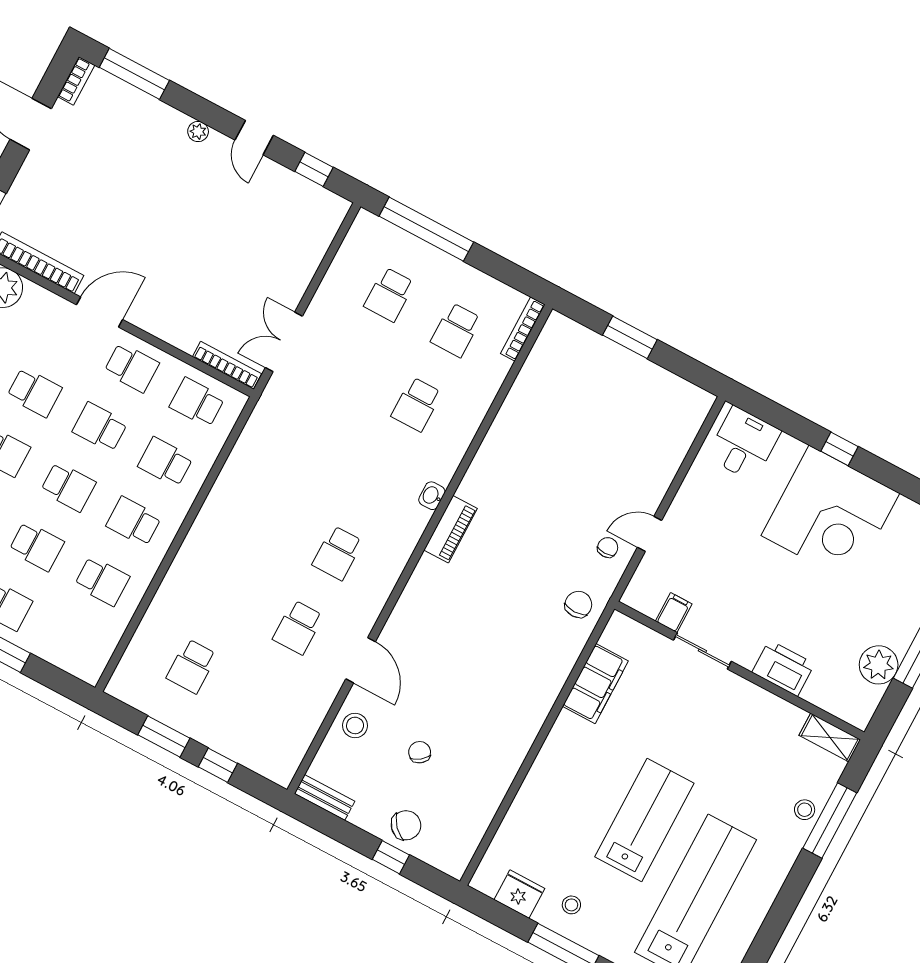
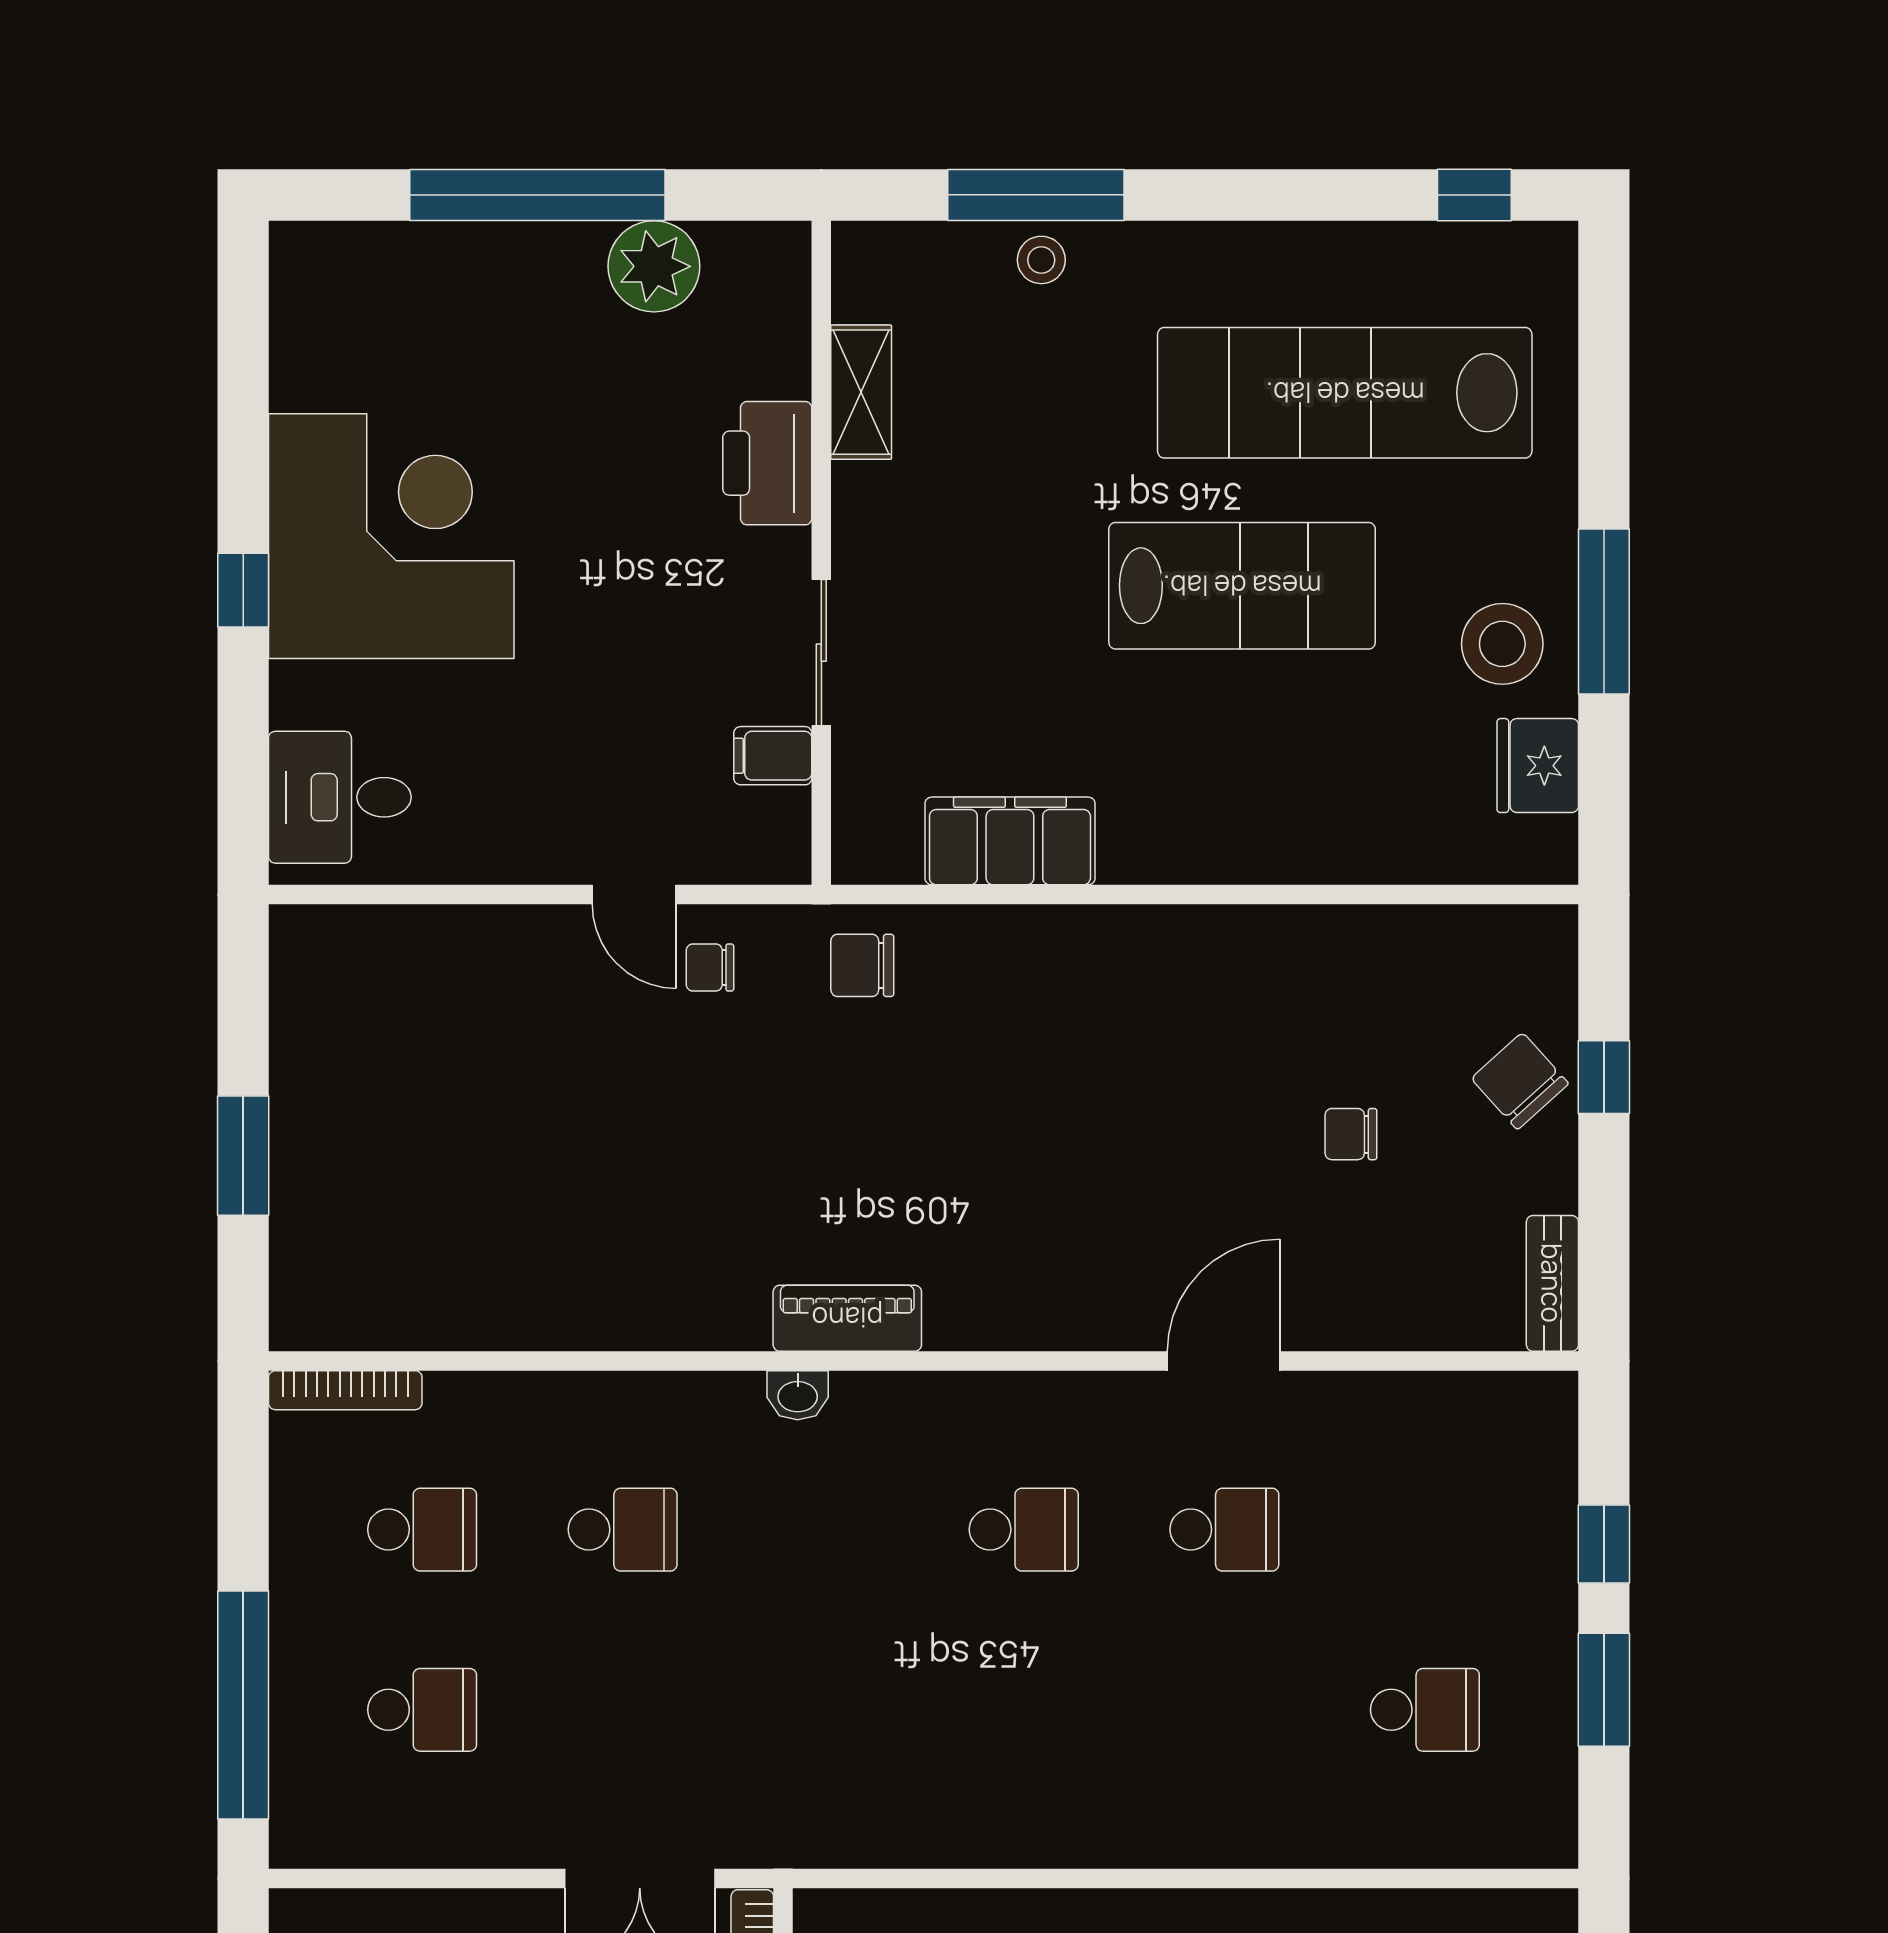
stool: (355, 725) -> (1367, 1300), removed
shelving: (830, 737) -> (861, 392), moved
chair: (420, 752) -> (1351, 1134), turned 36
lab bench: (644, 820) -> (1242, 586), turned 180
stool: (571, 905) -> (1502, 644), width x1.89, depth x1.89

